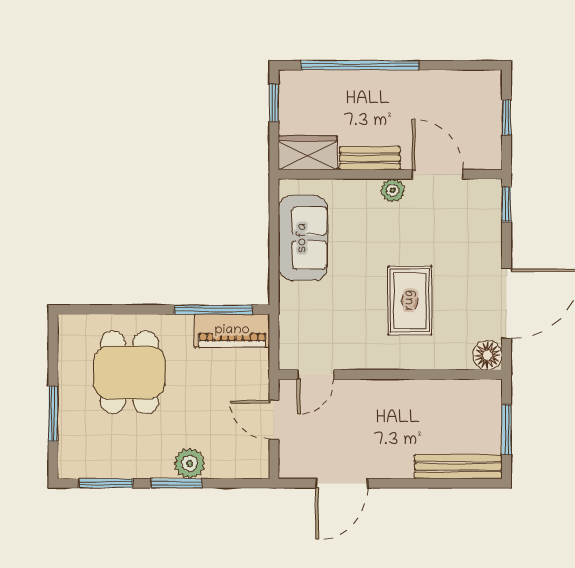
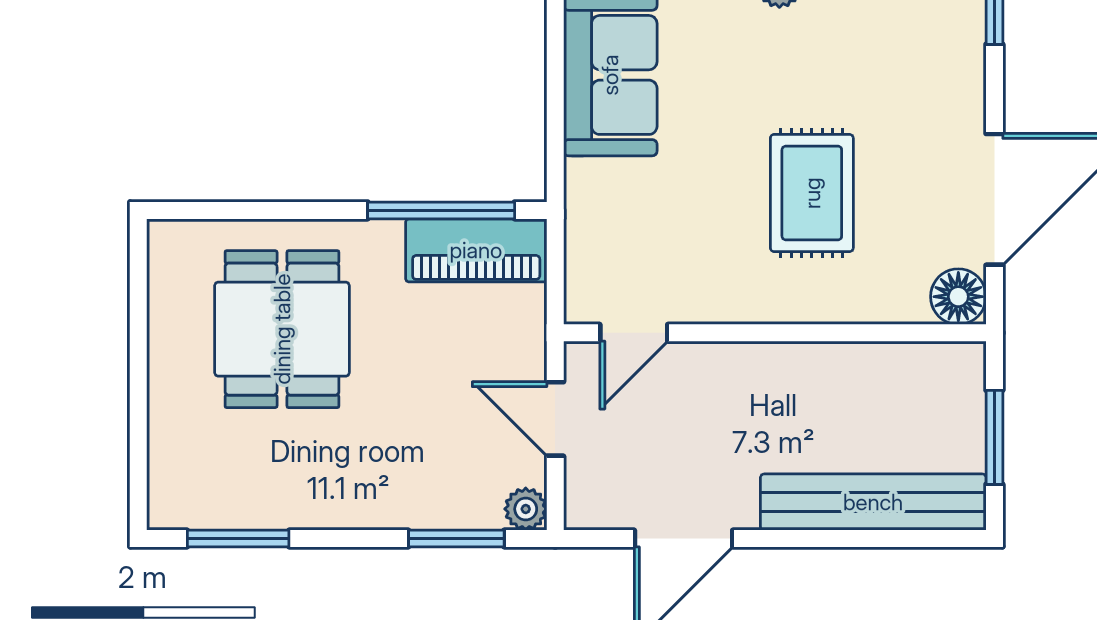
window: (53, 414) -> (138, 407), removed
plant: (190, 463) -> (526, 509), moved, width x0.73, depth x0.73
bench: (458, 467) -> (873, 502), width x1.37, depth x1.21
window: (176, 483) -> (456, 538), moved

